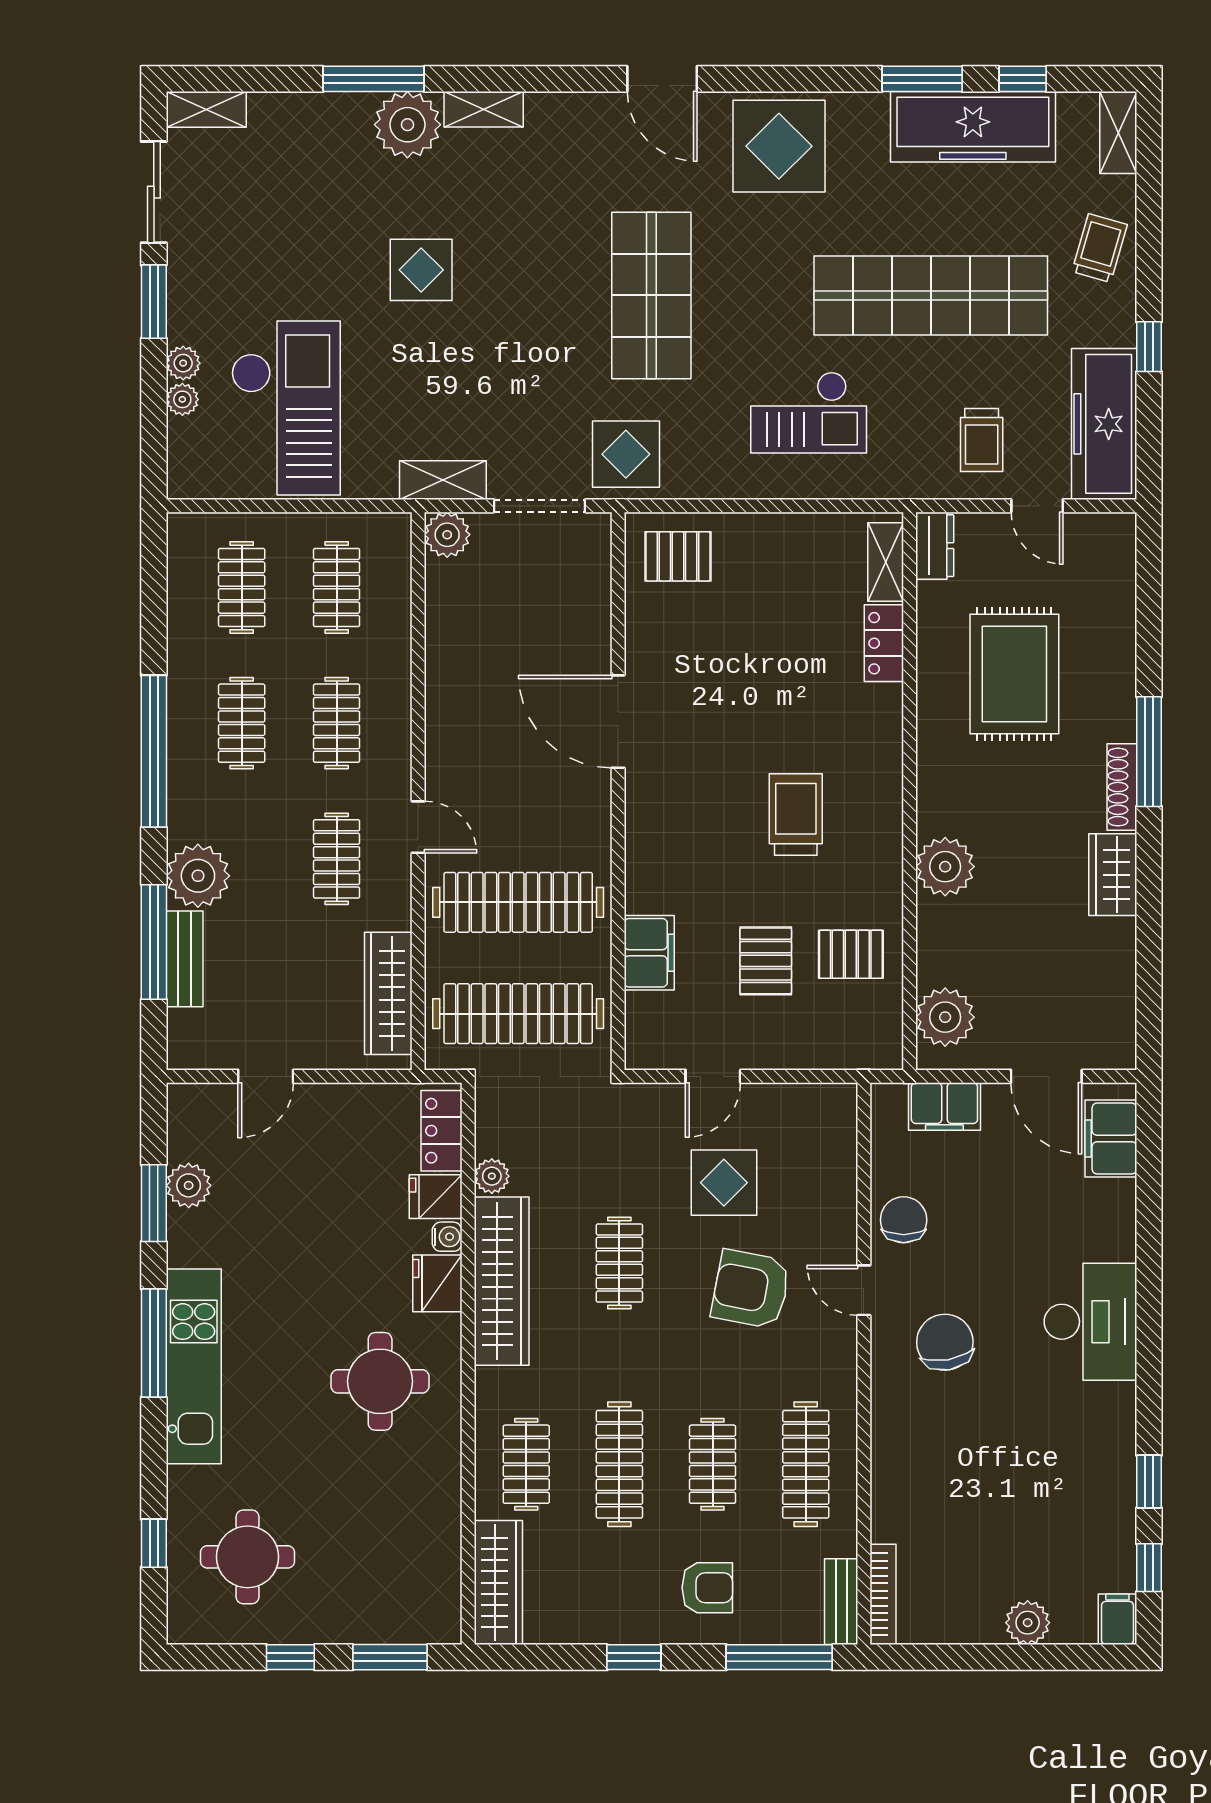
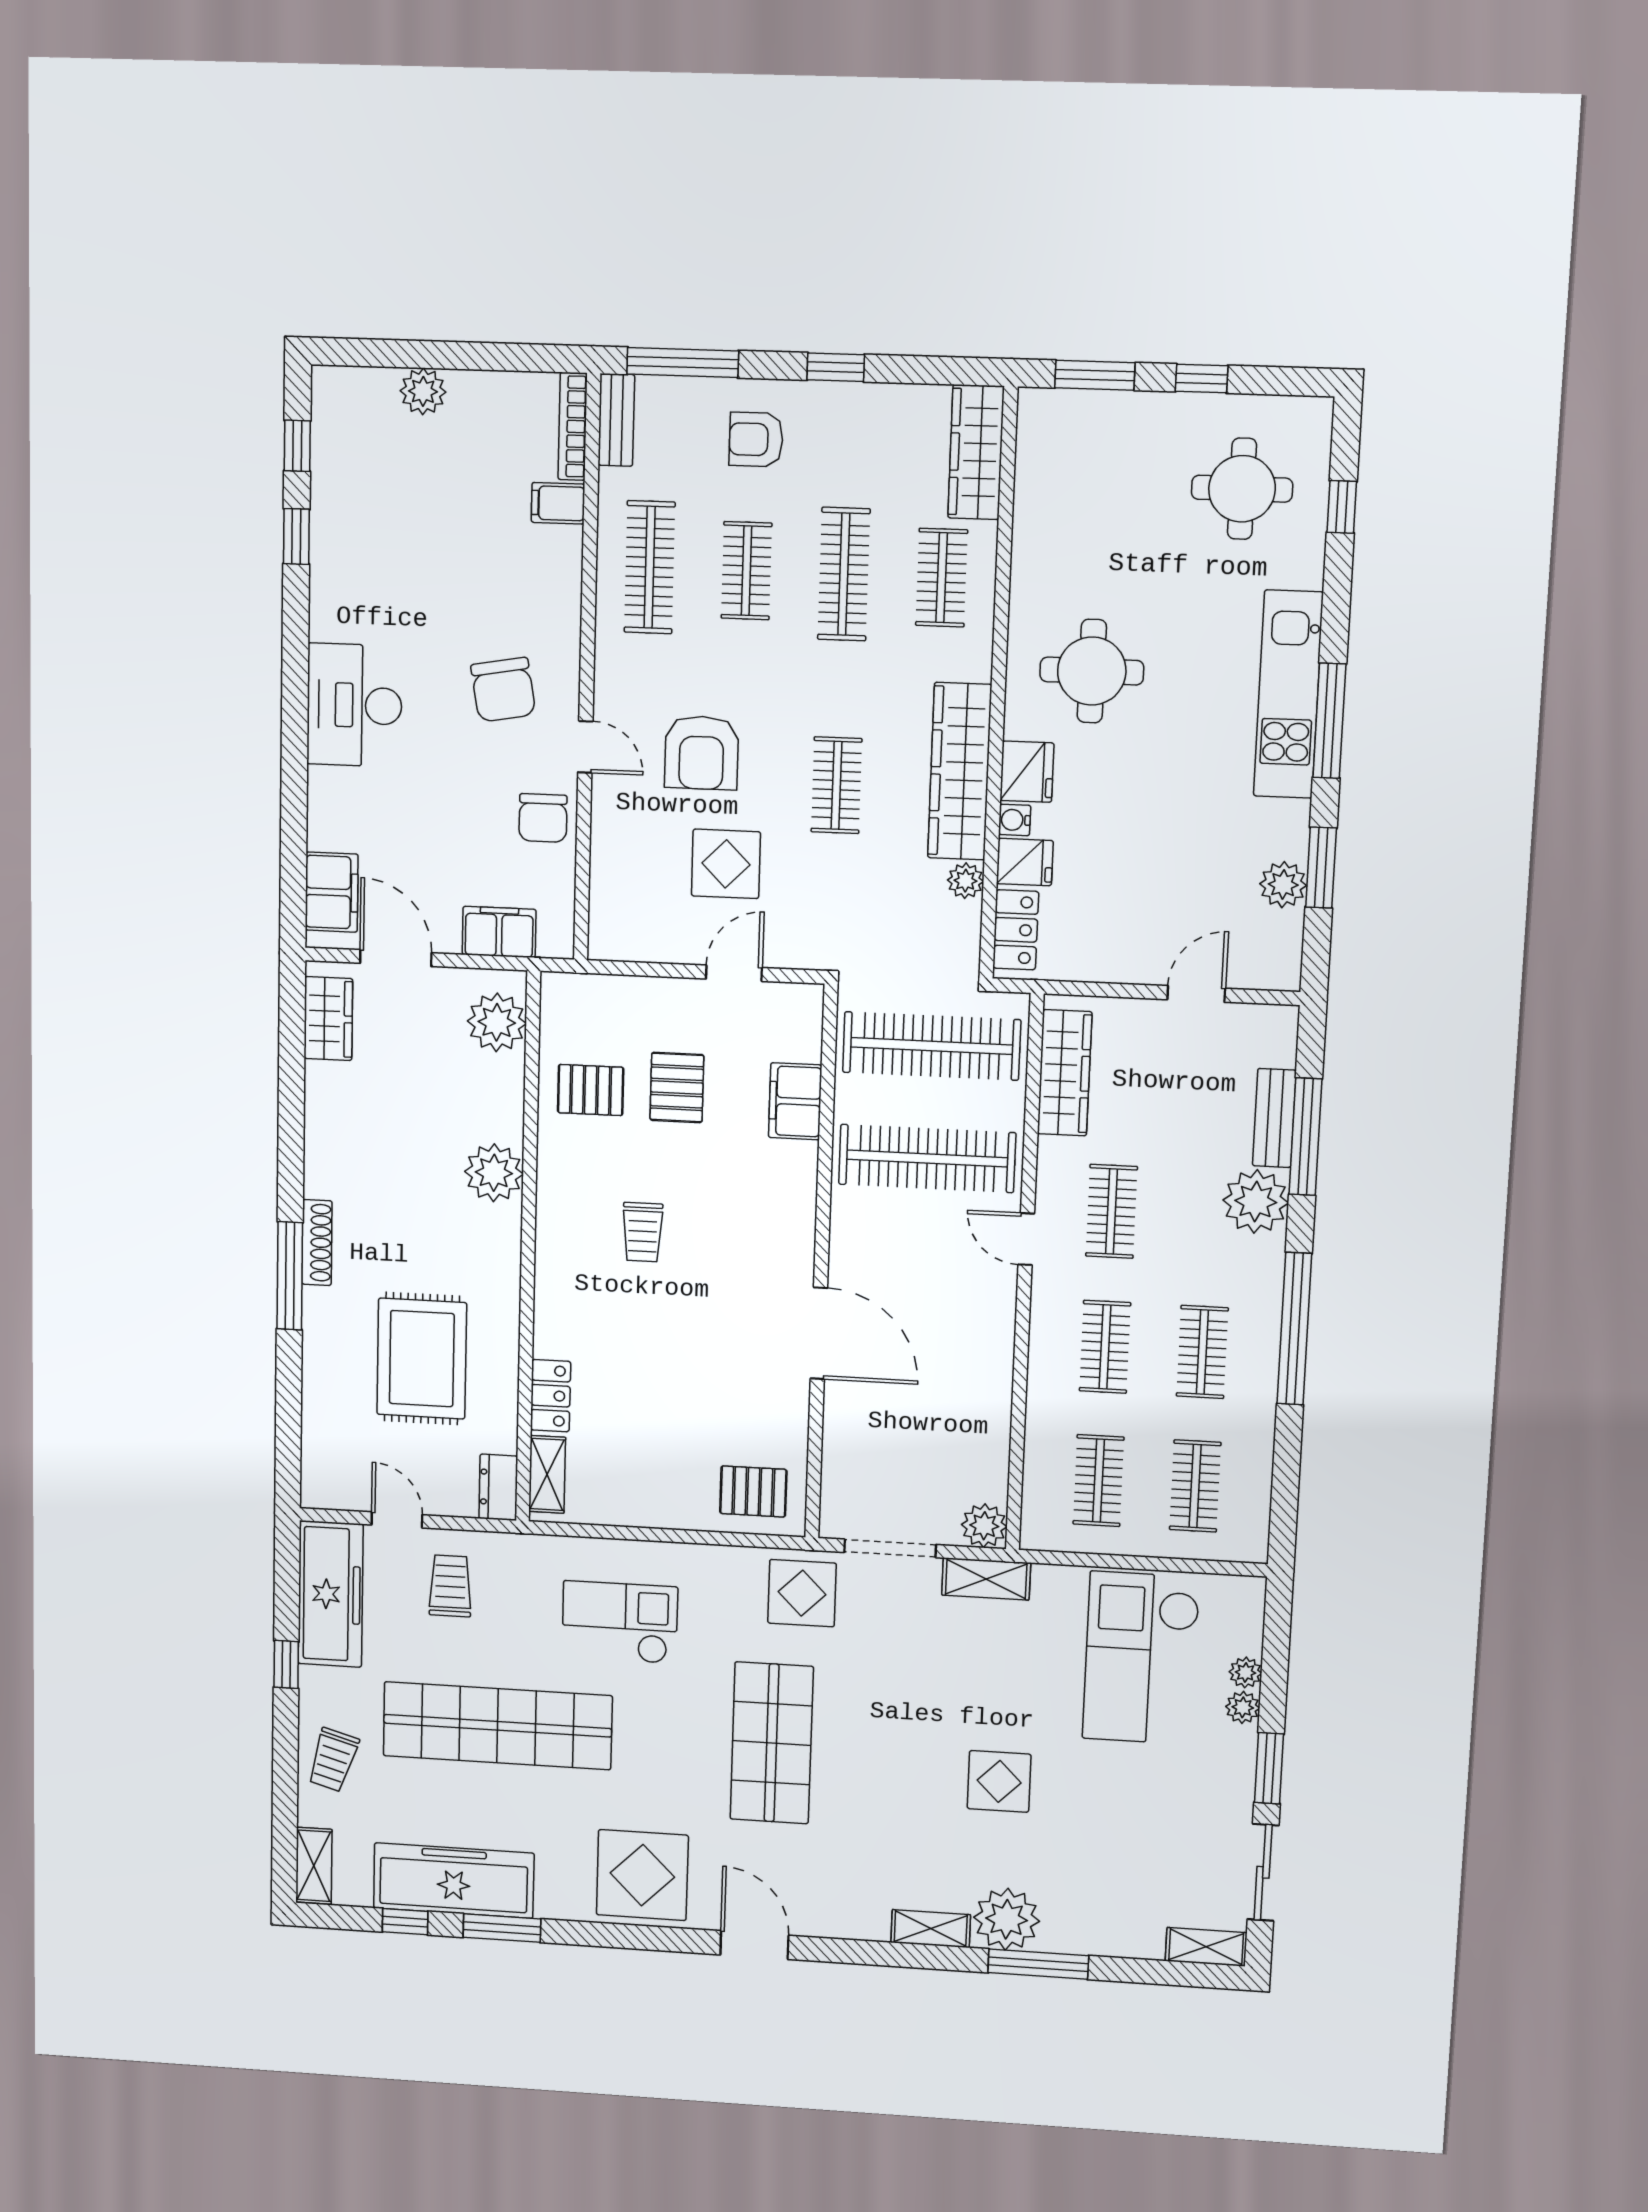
trolley: (796, 814) -> (643, 1232), width x0.73, depth x0.72
wardrobe: (1113, 875) -> (328, 1019), moved
armchair: (751, 1289) -> (701, 753), turned 79
filing cabinet: (1117, 1619) -> (558, 503), moved, turned 90

